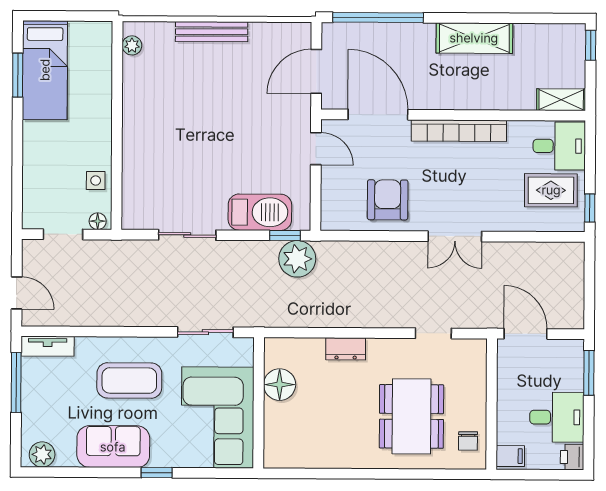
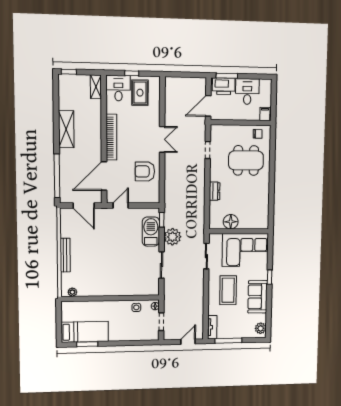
window: (590, 208) -> (132, 73), moved
plant: (297, 259) -> (173, 237), moved
printer: (572, 457) -> (224, 86), moved, width x1.87, depth x1.48

